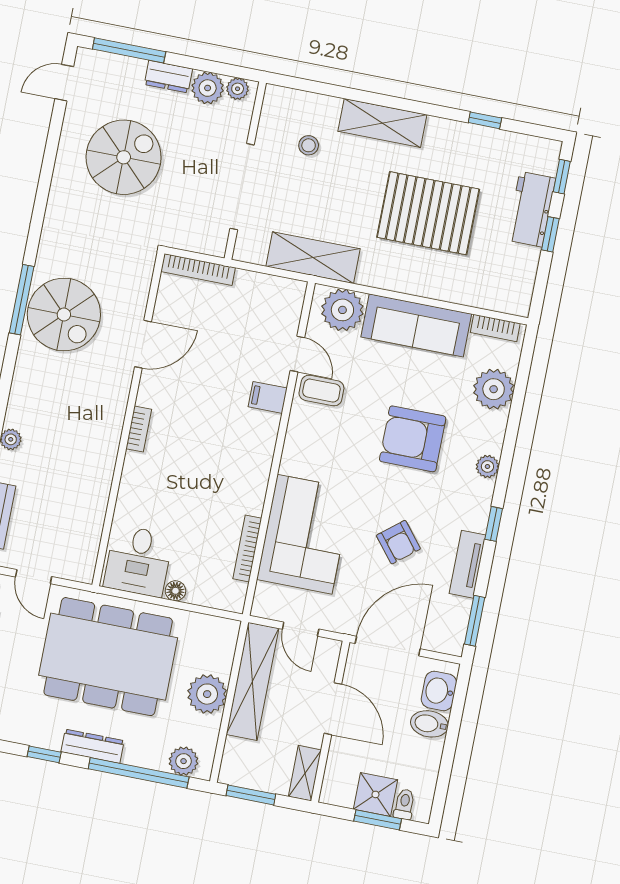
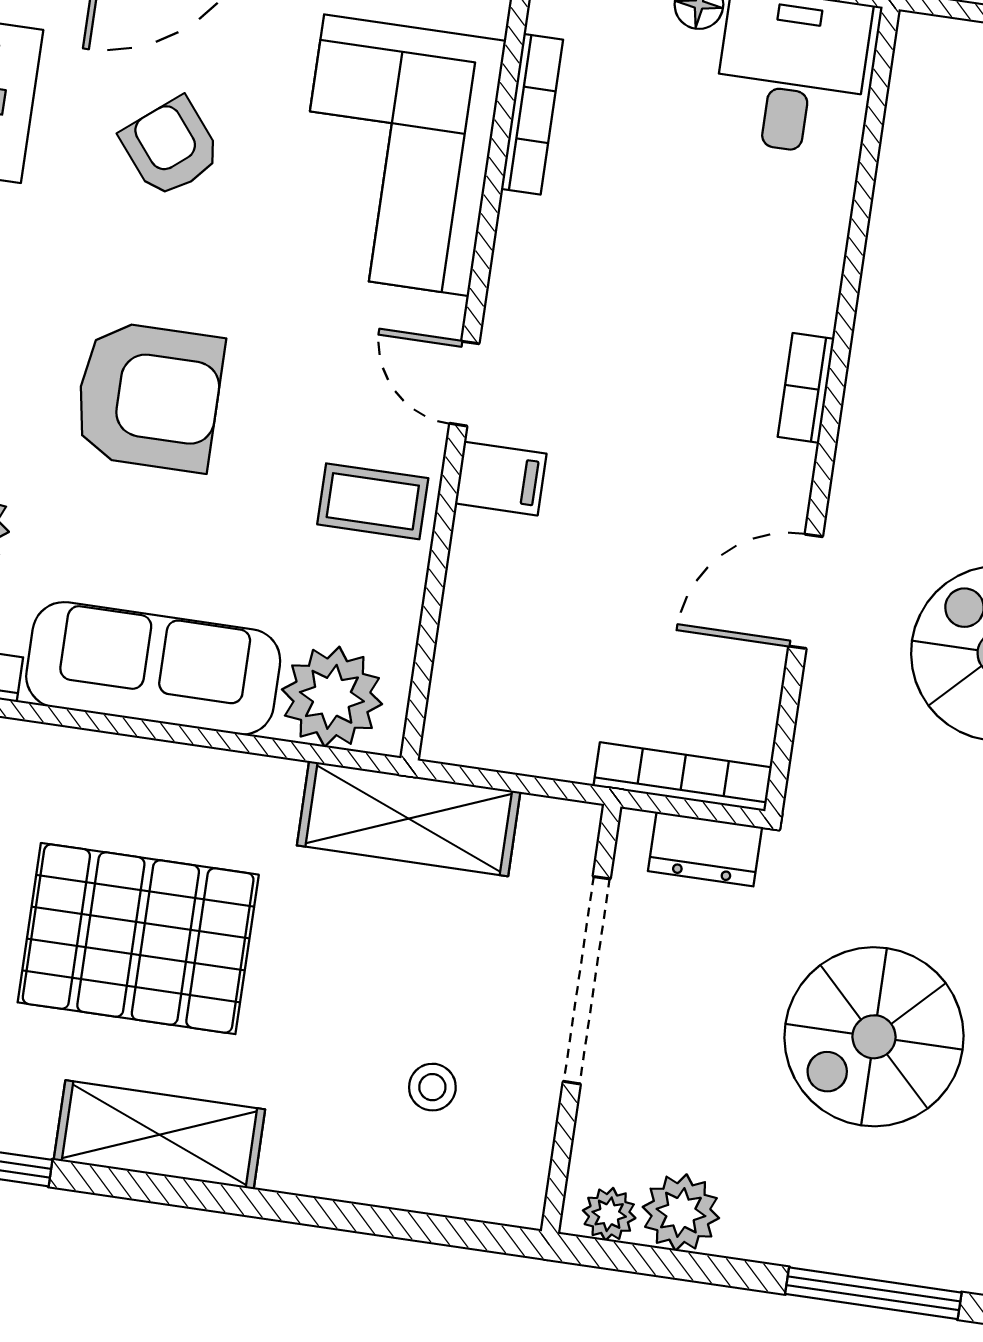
dresser: (168, 77) -> (705, 849), moved, turned 180
shelving: (382, 123) -> (159, 1135), moved
door: (297, 354) -> (464, 384), moved

